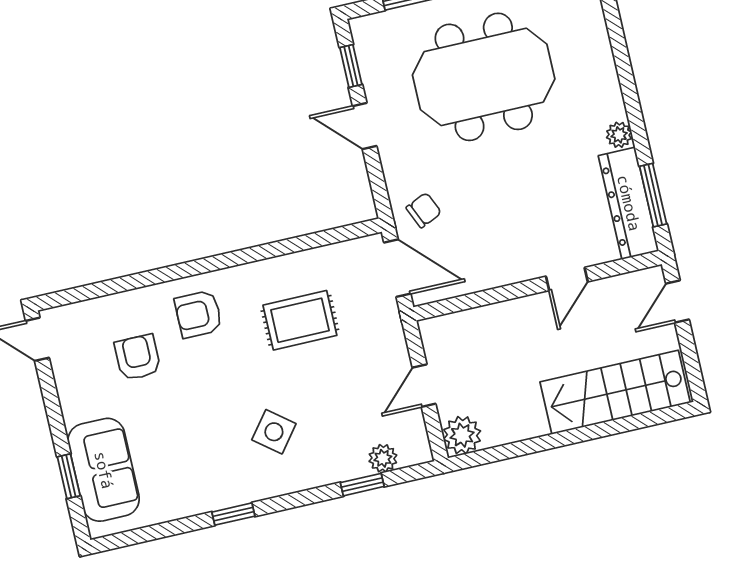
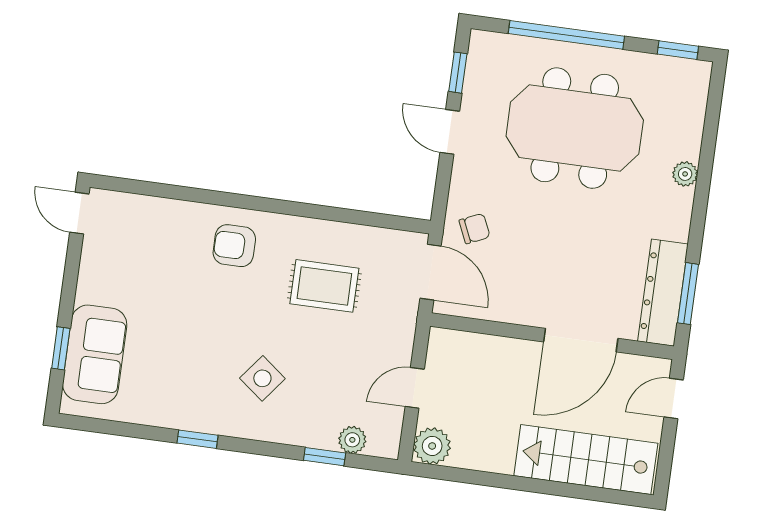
plant: (619, 135) -> (685, 174), moved
door: (567, 279) -> (581, 340), width x1.88
armchair: (138, 357) -> (164, 264), removed

